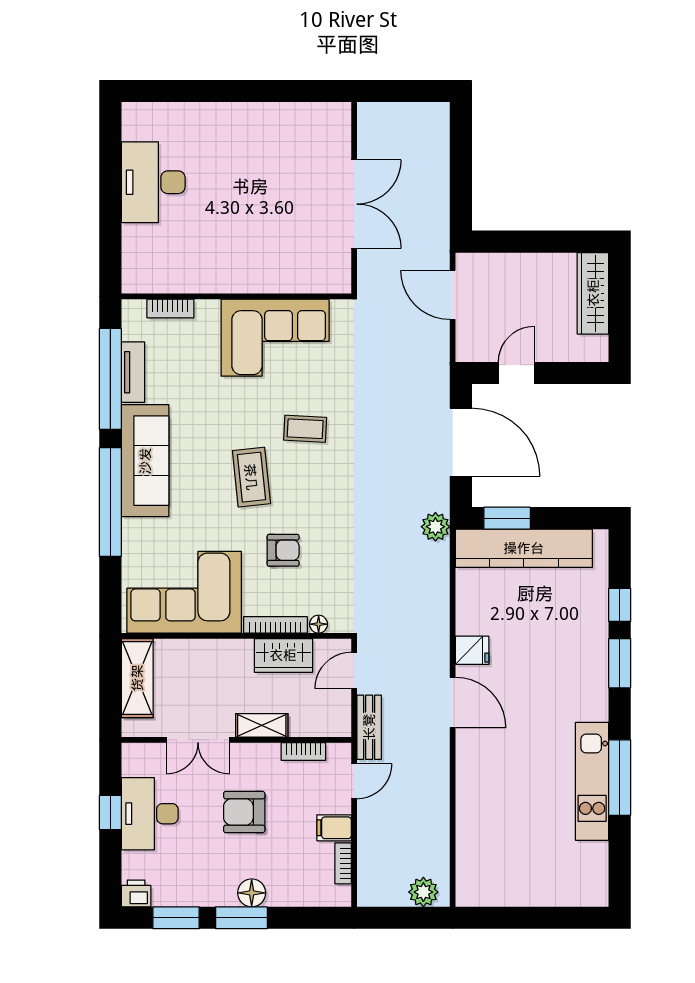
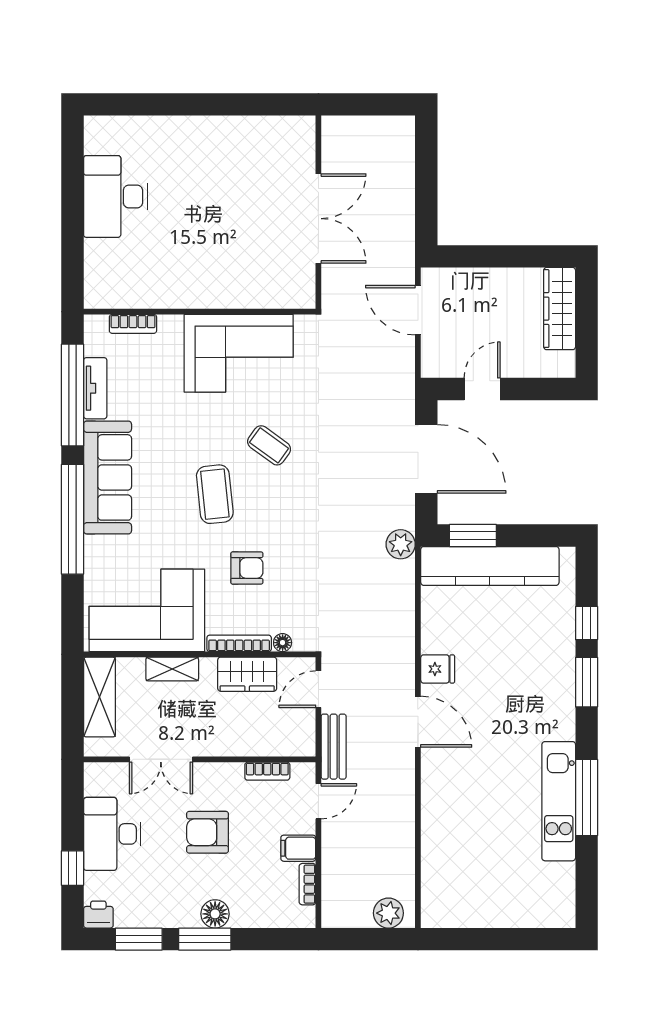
coffee table: (305, 429) -> (269, 445), turned 33
shelving: (262, 725) -> (172, 669), moved
window: (110, 813) -> (72, 868), moved

